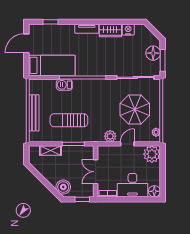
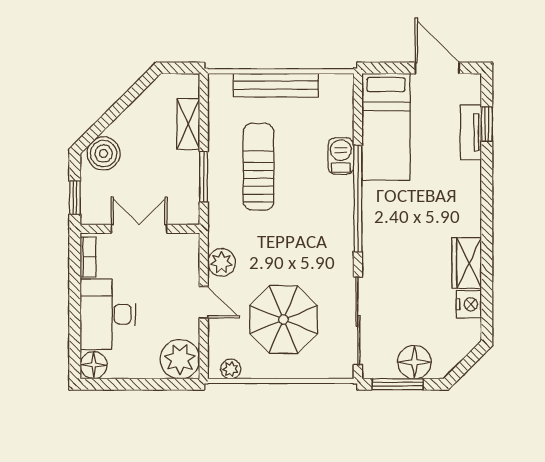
tv unit: (87, 29) -> (471, 132), moved

